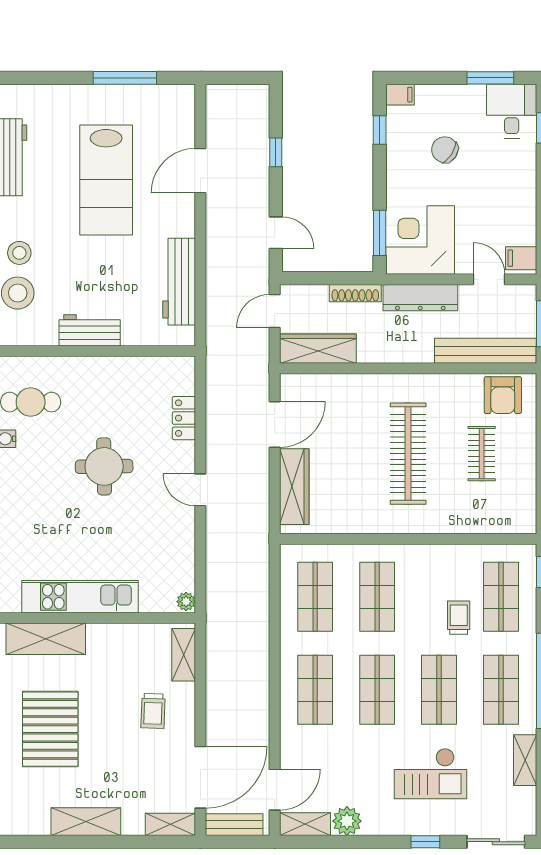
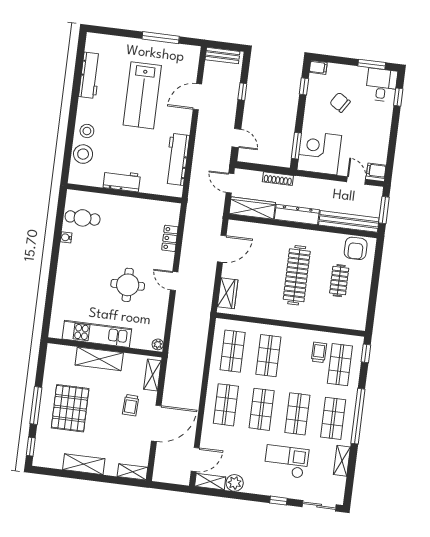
dresser: (420, 298) -> (297, 215), moved, turned 180
door: (275, 311) -> (230, 183), hinge flipped
round table: (104, 466) -> (128, 285), moved
wardrobe: (294, 487) -> (228, 293), width x0.67
trolley: (459, 618) -> (319, 352), moved
shelving: (46, 639) -> (99, 359), moved
checkout: (431, 774) -> (286, 462), turned 180
door: (200, 777) -> (156, 423), moved
bench: (234, 825) -> (222, 56), moved

